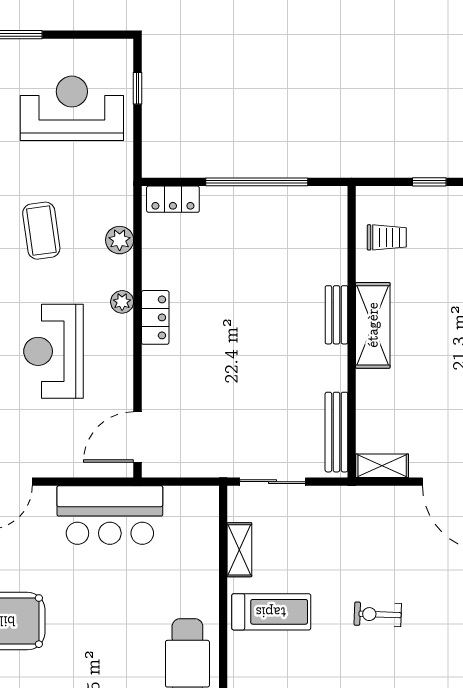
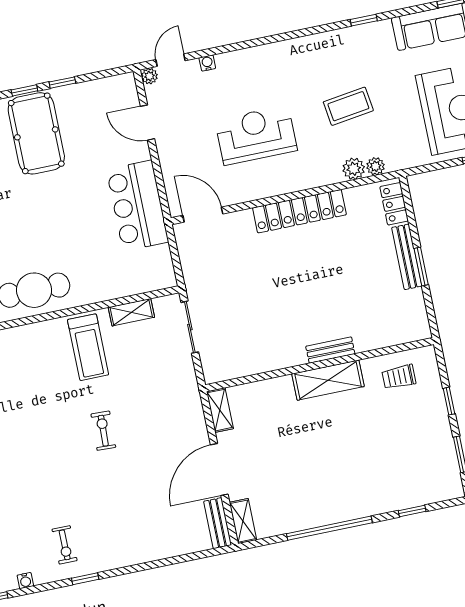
window: (257, 182) -> (421, 266), width x0.47
trolley: (387, 237) -> (399, 377), turned 90
plant: (122, 302) -> (375, 166), moved
locker: (155, 317) -> (299, 211), width x2.16, depth x1.21
bench: (336, 432) -> (407, 257), moved, turned 90

